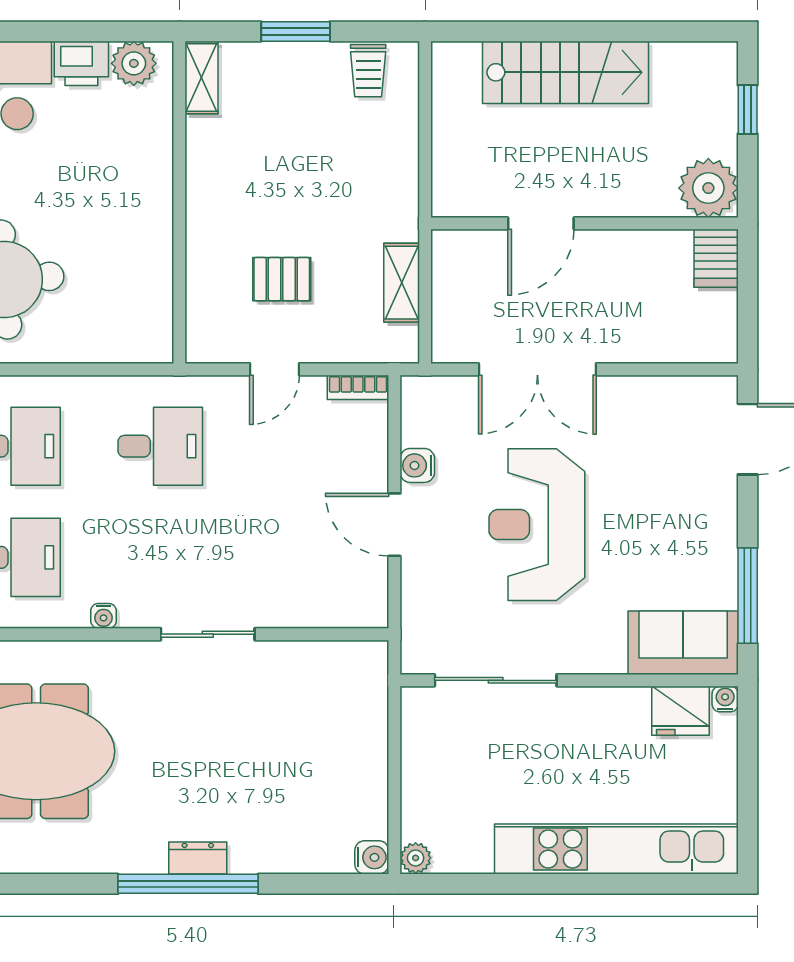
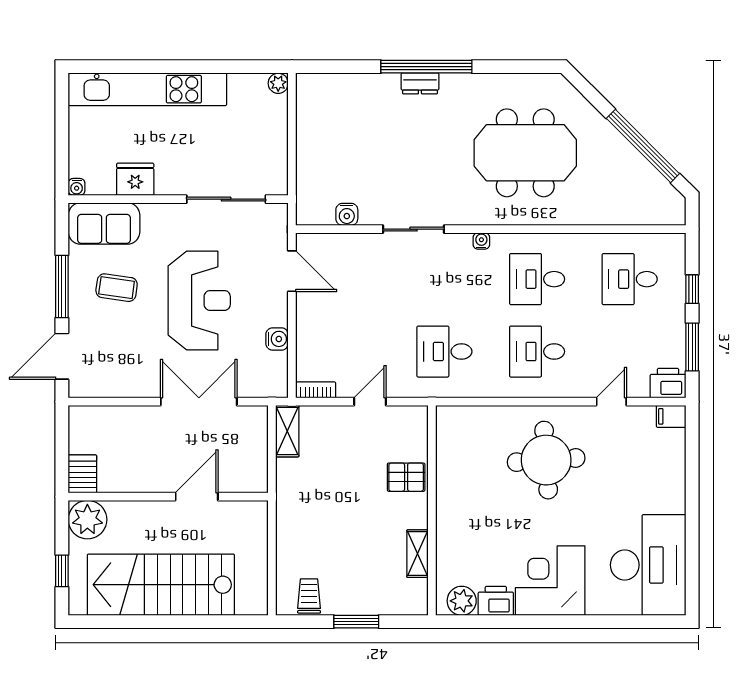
stairs: (566, 72) -> (161, 585), width x1.36, depth x1.51
shelving: (202, 78) -> (418, 554), moved
pallet: (282, 279) -> (406, 477), moved
shelving: (402, 283) -> (287, 431), moved
door: (394, 525) -> (292, 271), moved
coffee table: (664, 544) -> (117, 288), added
window: (748, 596) -> (62, 287), moved
fridge: (681, 711) -> (135, 179), moved
water cooler: (372, 857) -> (347, 214), moved, turned -90

